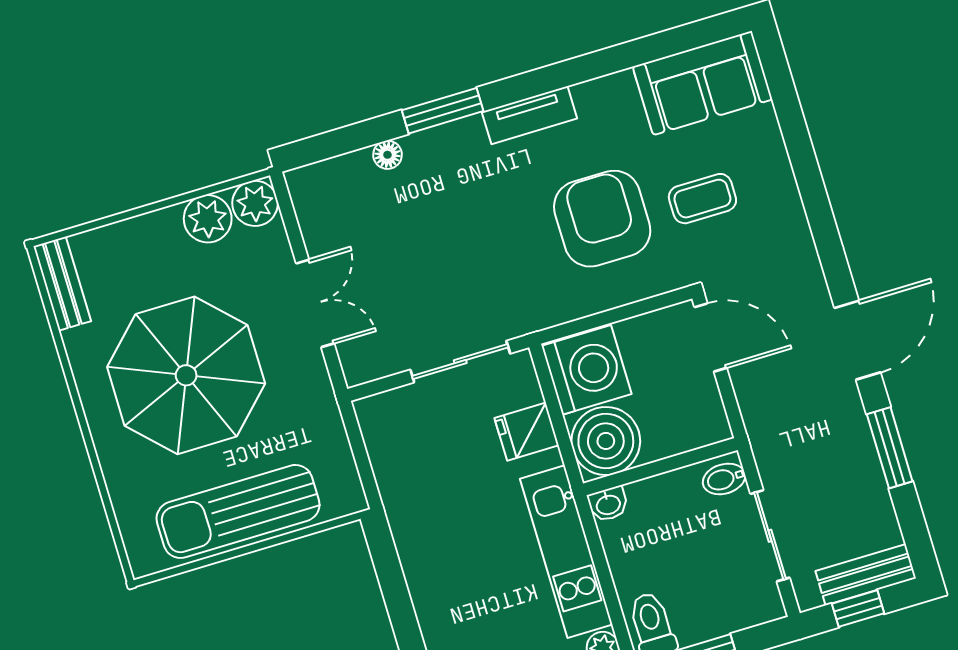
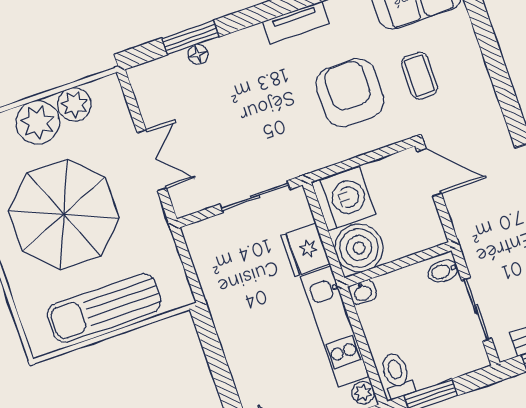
window: (443, 111) -> (191, 37), moved
coffee table: (702, 199) -> (420, 76), turned 90
plant: (255, 203) -> (38, 122), moved, width x1.36, depth x1.36
fridge: (527, 432) -> (305, 250), width x1.38

